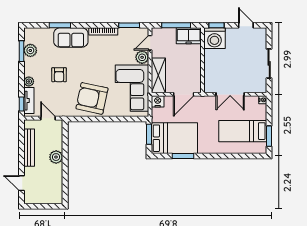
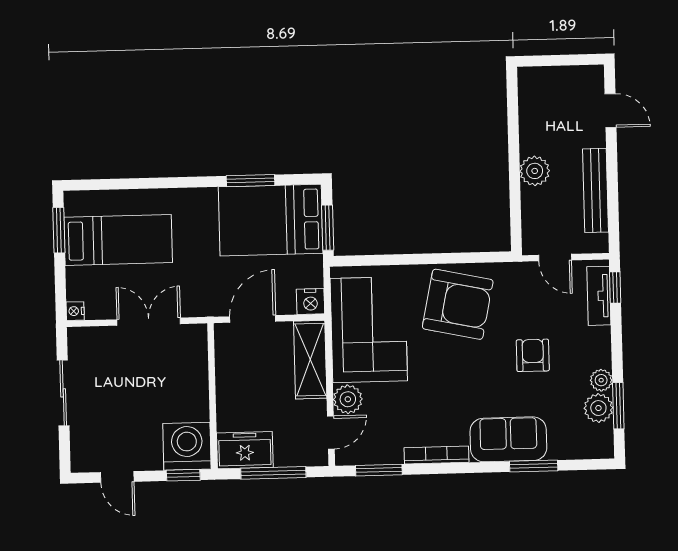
plant: (29, 81) -> (601, 380), moved

